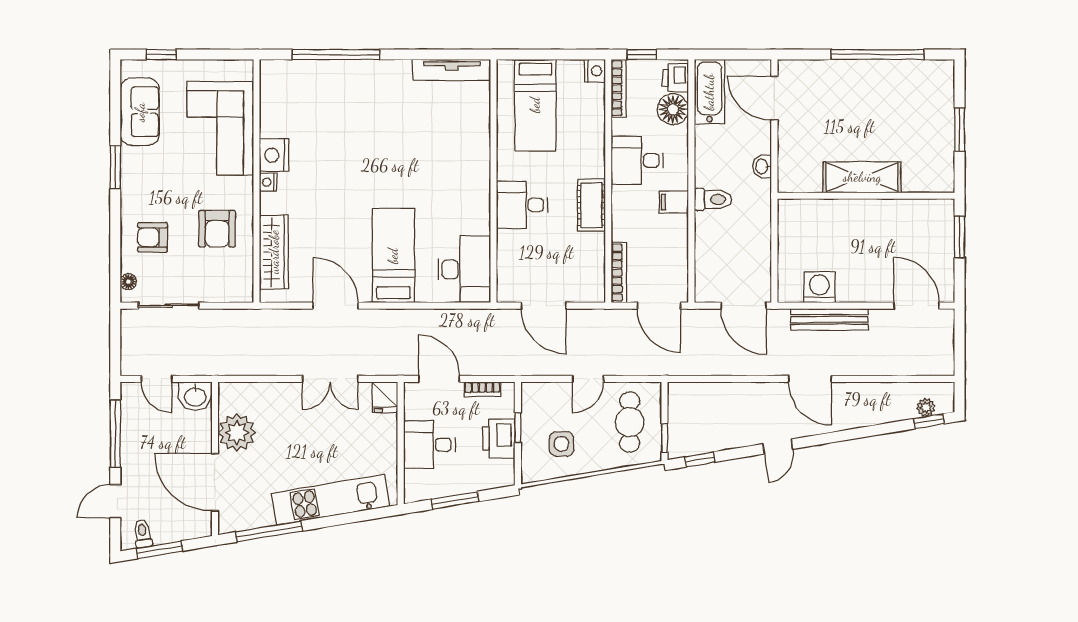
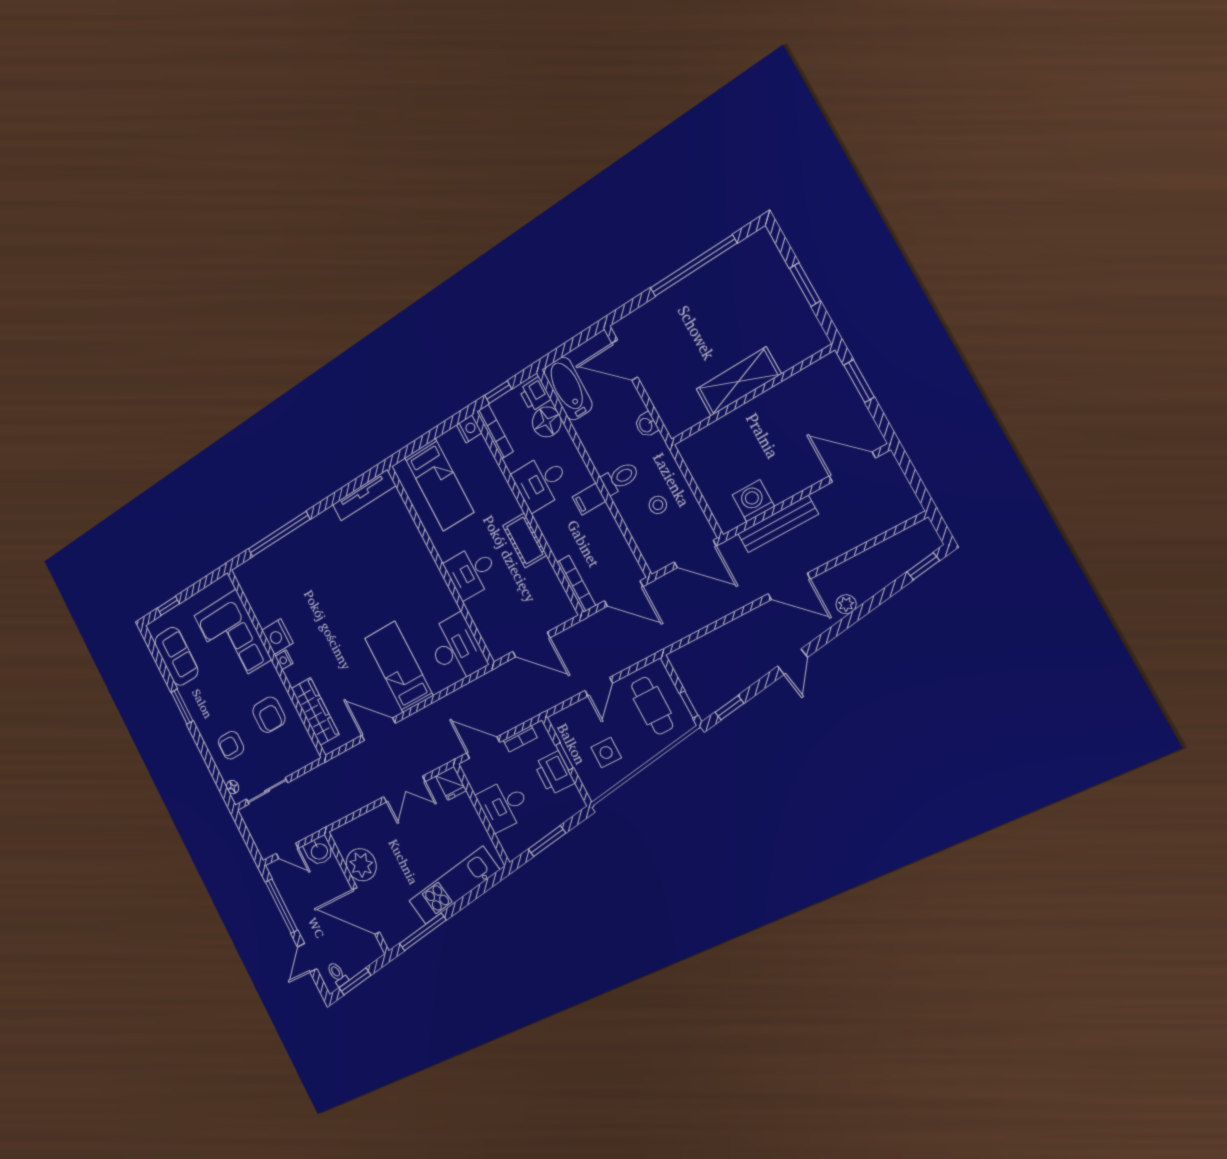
stool: (734, 243) -> (658, 505), added
plant: (926, 407) -> (846, 604), moved

